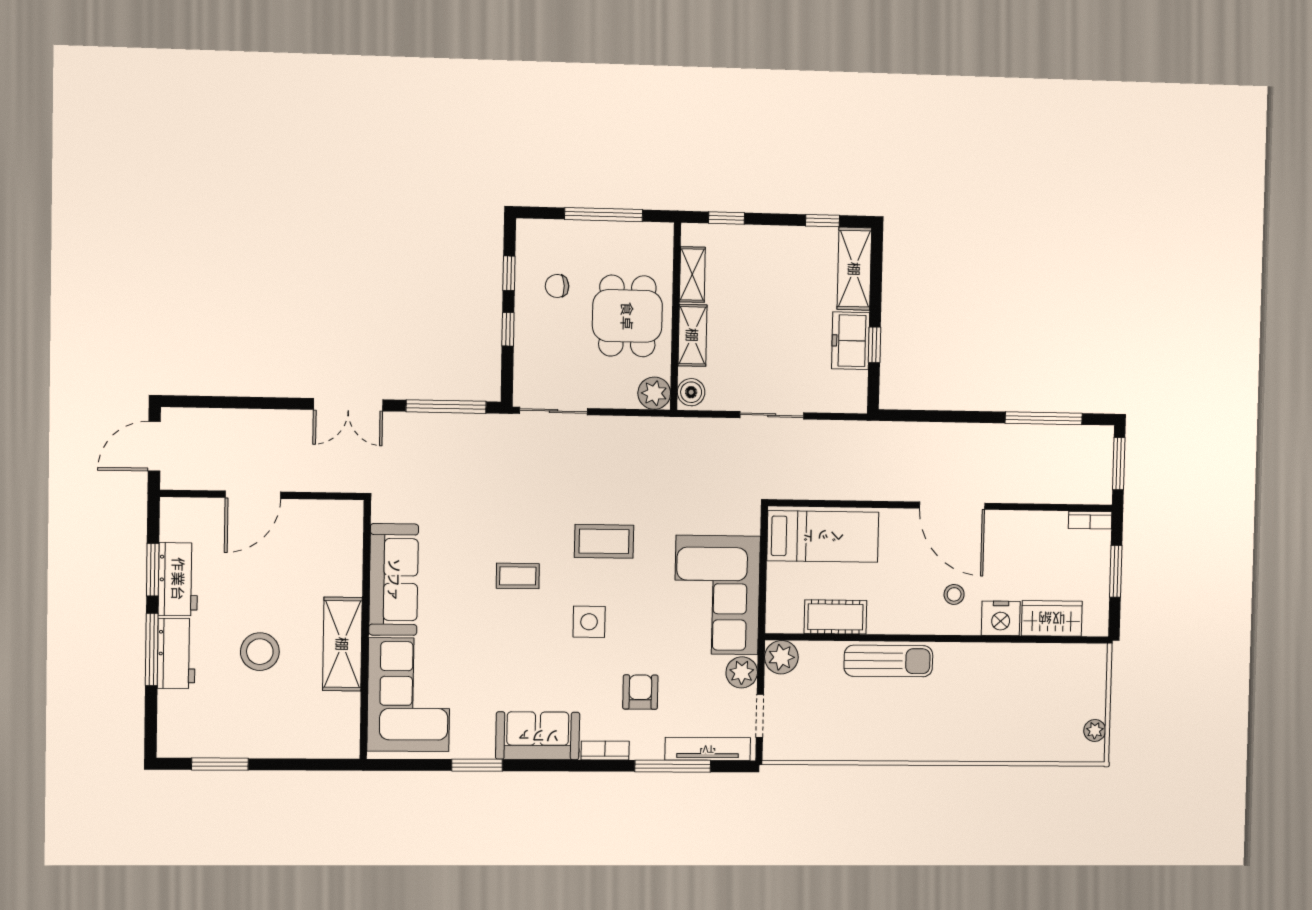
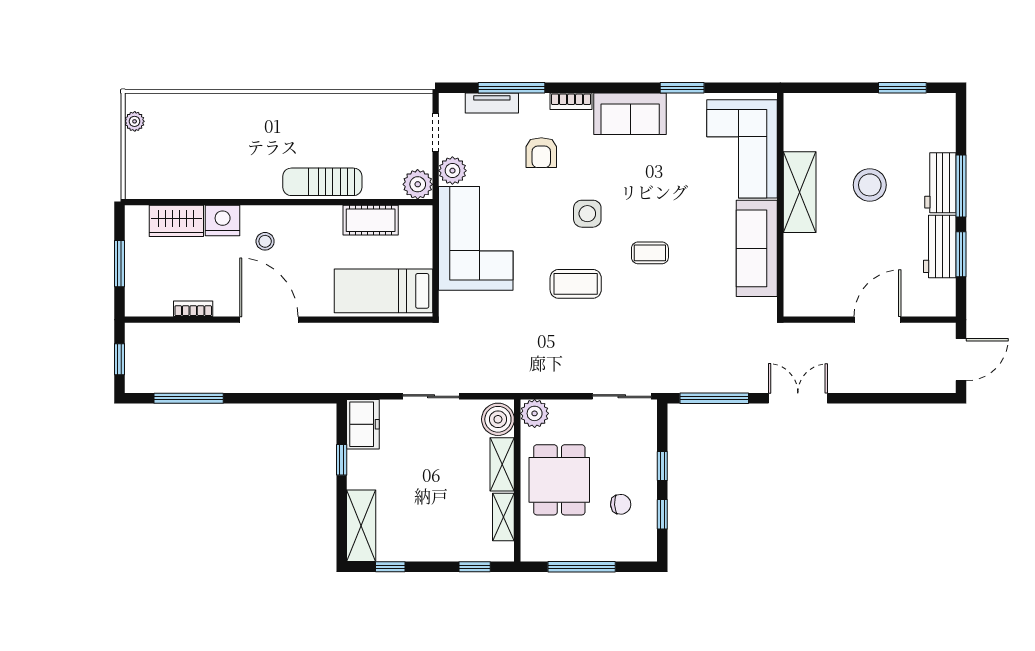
freezer: (851, 341) -> (363, 424), moved
boiler: (691, 392) -> (498, 419), width x1.36, depth x1.36
window: (1119, 464) -> (119, 359), width x0.67
bookcase: (1090, 520) -> (193, 309), moved
tv unit: (708, 749) -> (492, 103), width x0.71

